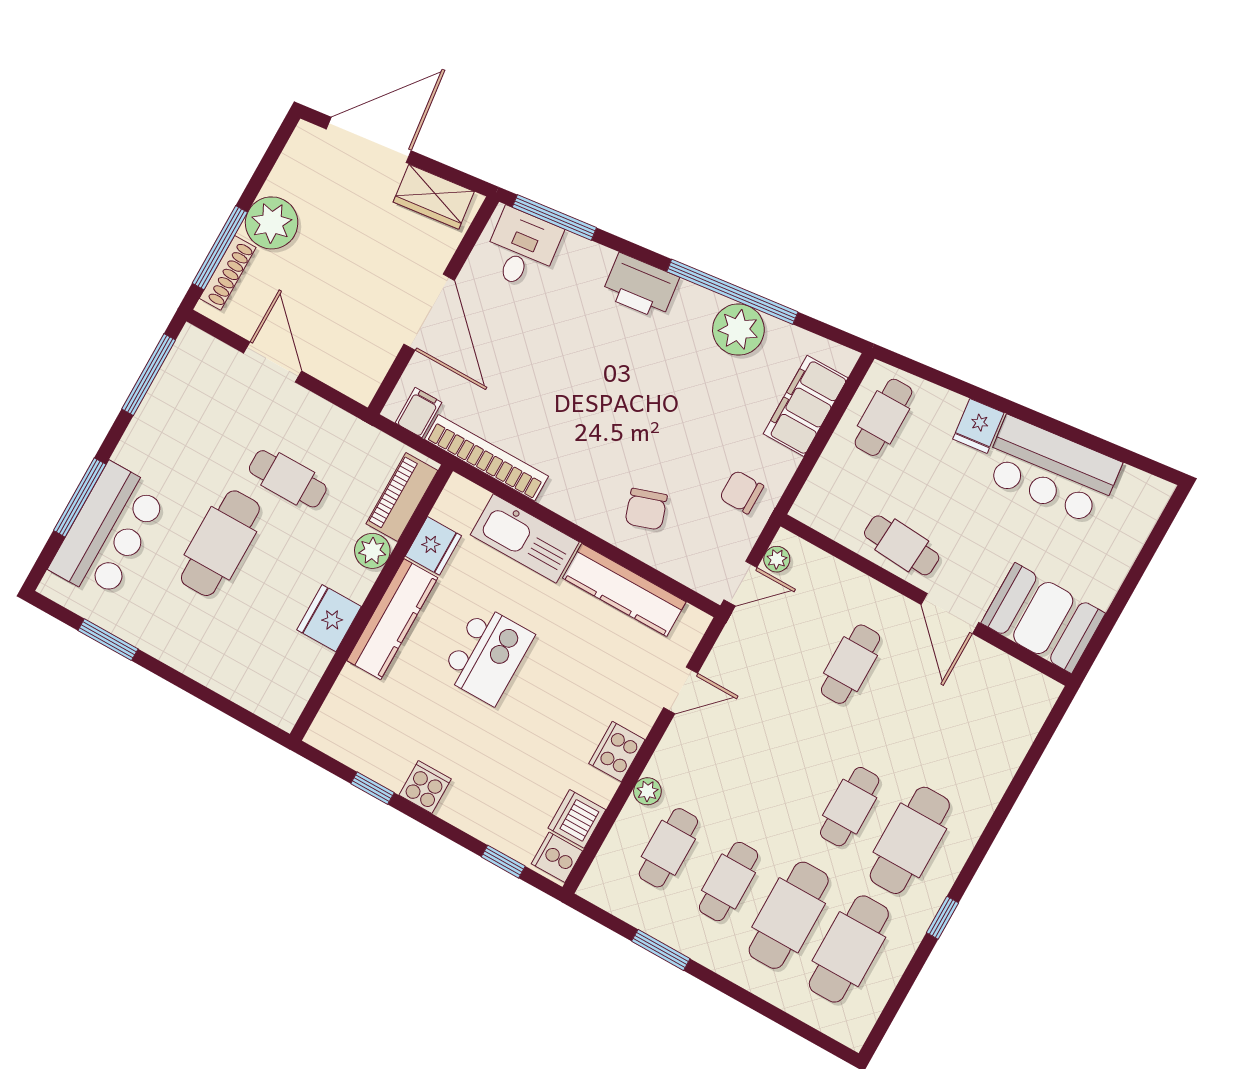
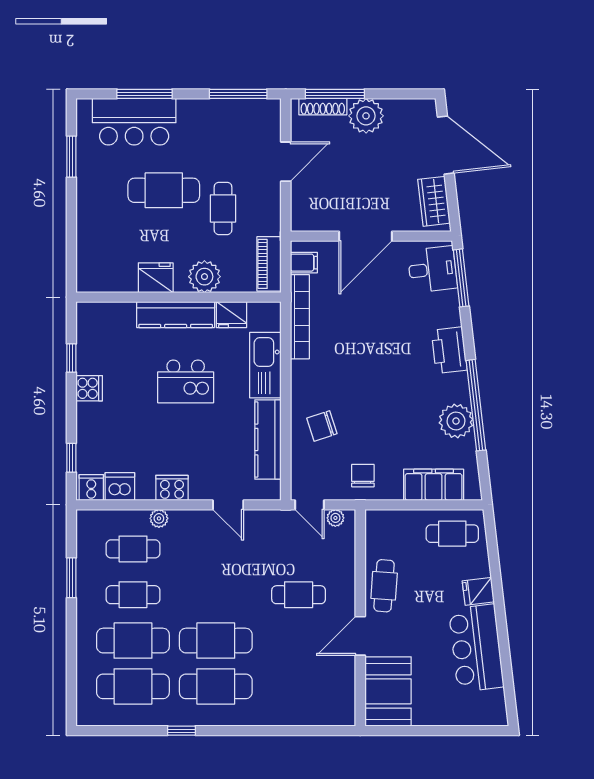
piano: (402, 497) -> (269, 264), moved, turned -90
plant: (372, 551) -> (204, 277), width x1.36, depth x1.36
cafe table: (850, 807) -> (216, 641), width x1.37, depth x1.35

